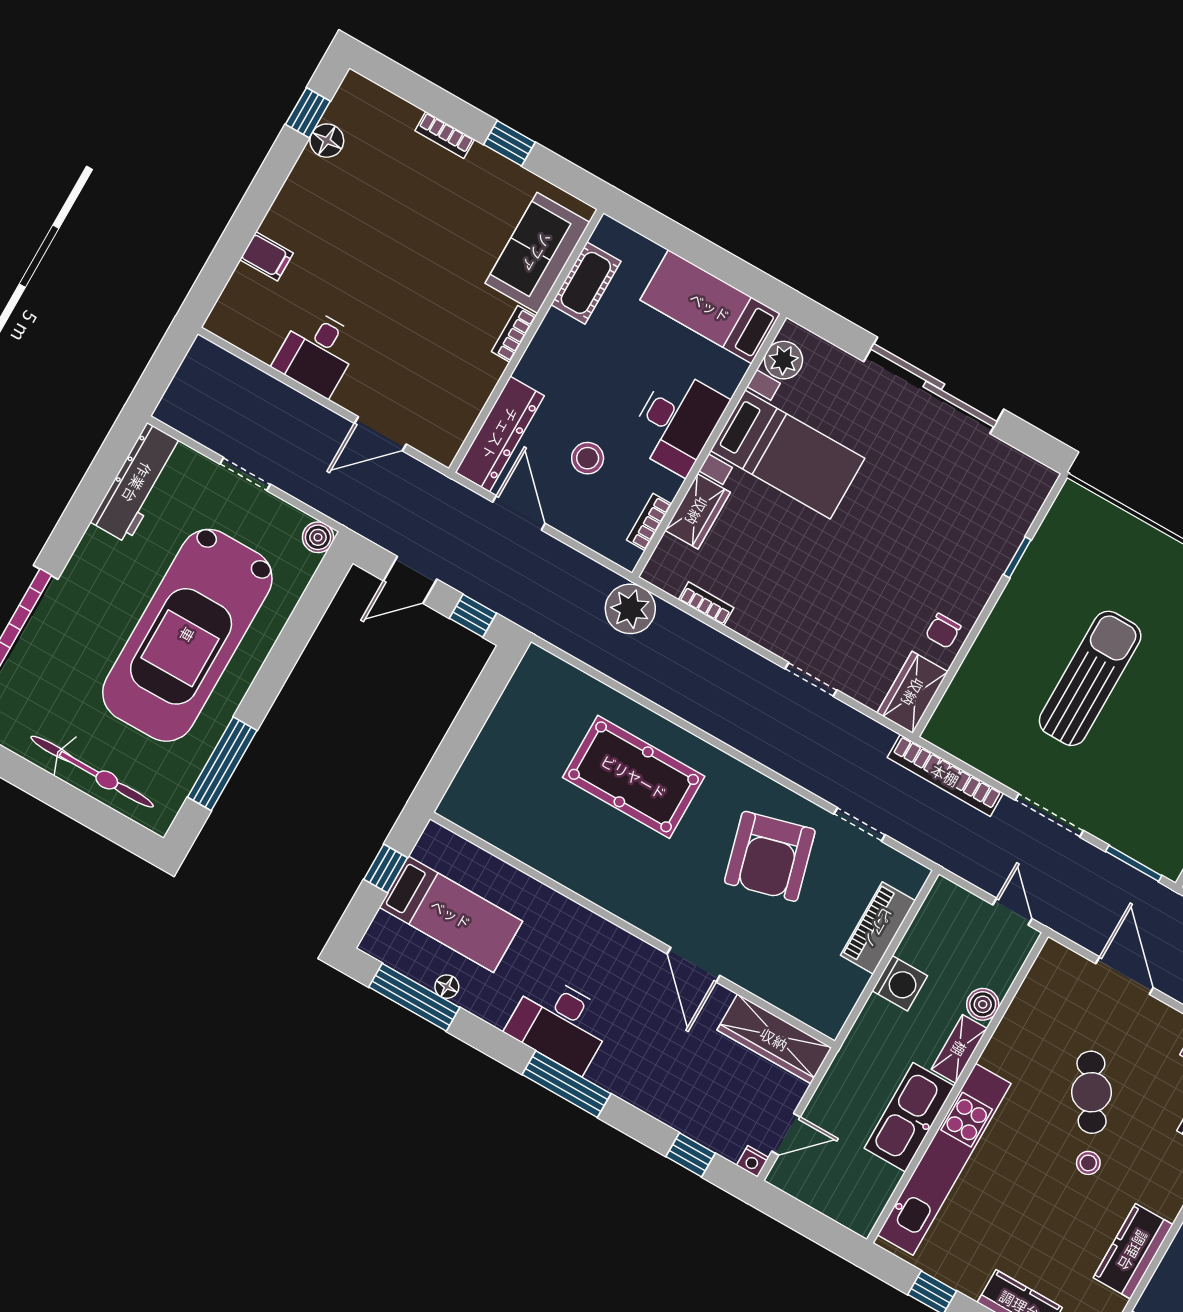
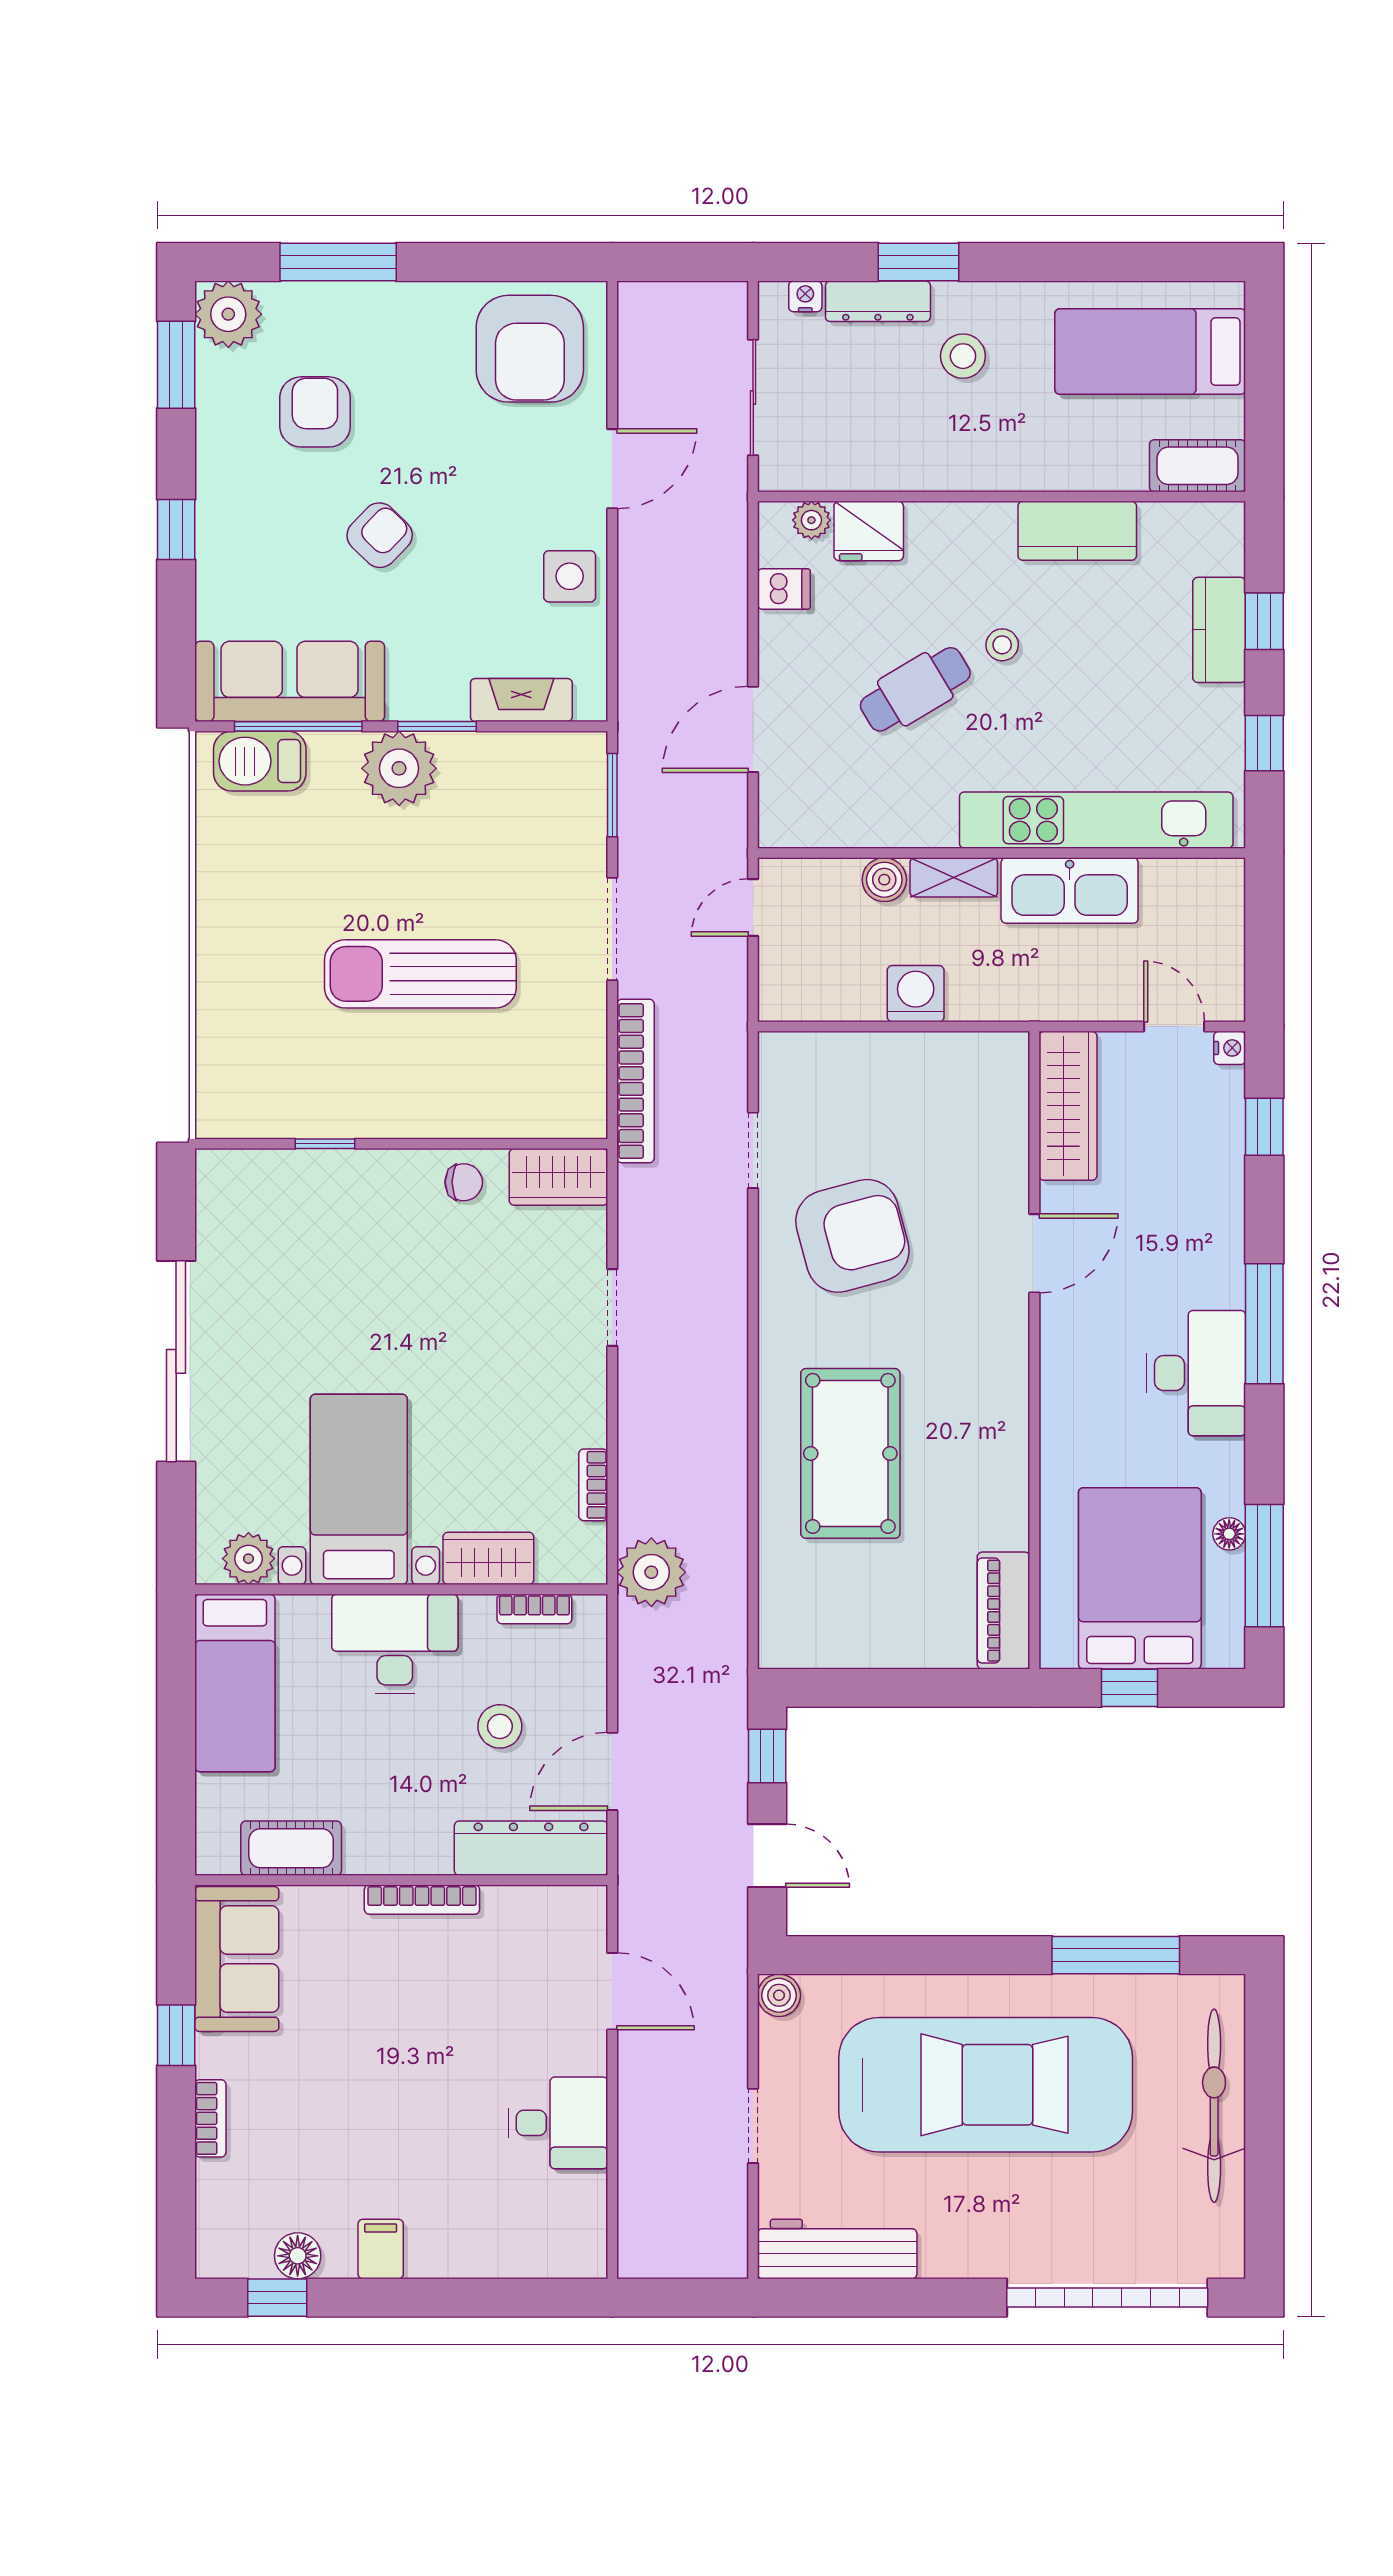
sofa: (537, 253) -> (237, 1959), moved, turned -90
filing cabinet: (267, 256) -> (381, 2249), moved
bookcase: (514, 334) -> (422, 1900), width x1.56
bed: (451, 914) -> (1140, 1578), width x1.50
piano: (878, 928) -> (1004, 1611), moved, turned 90

